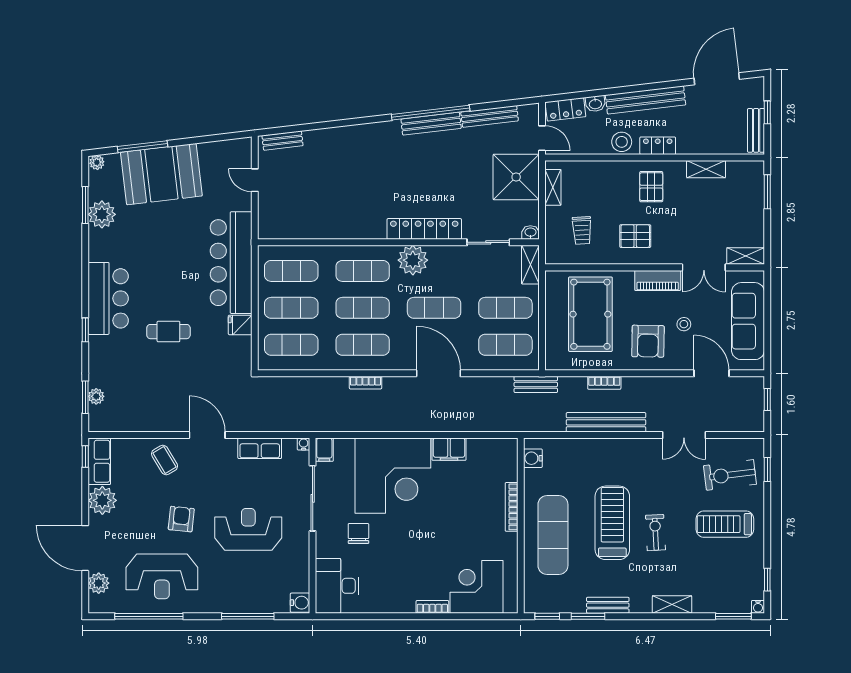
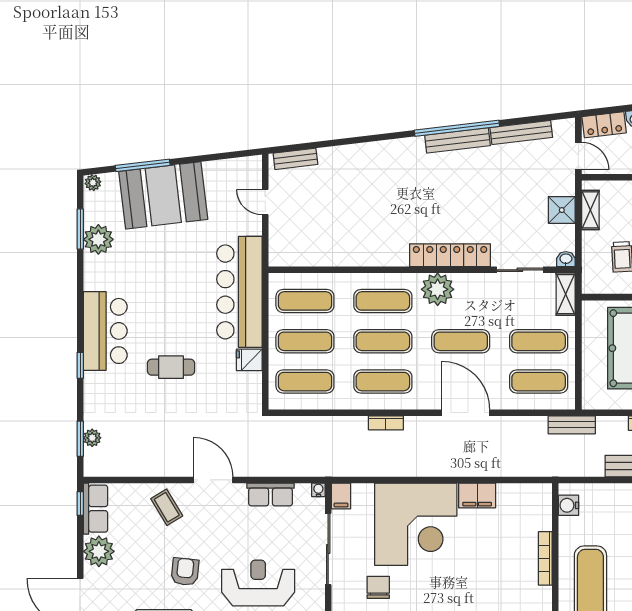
shower: (516, 177) -> (562, 210), width x0.54, depth x0.54

